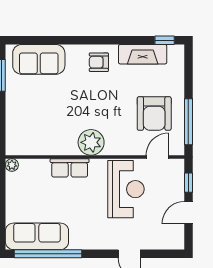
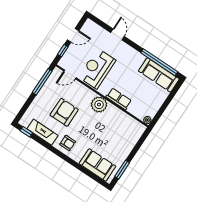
armchair: (154, 113) -> (64, 112), moved

